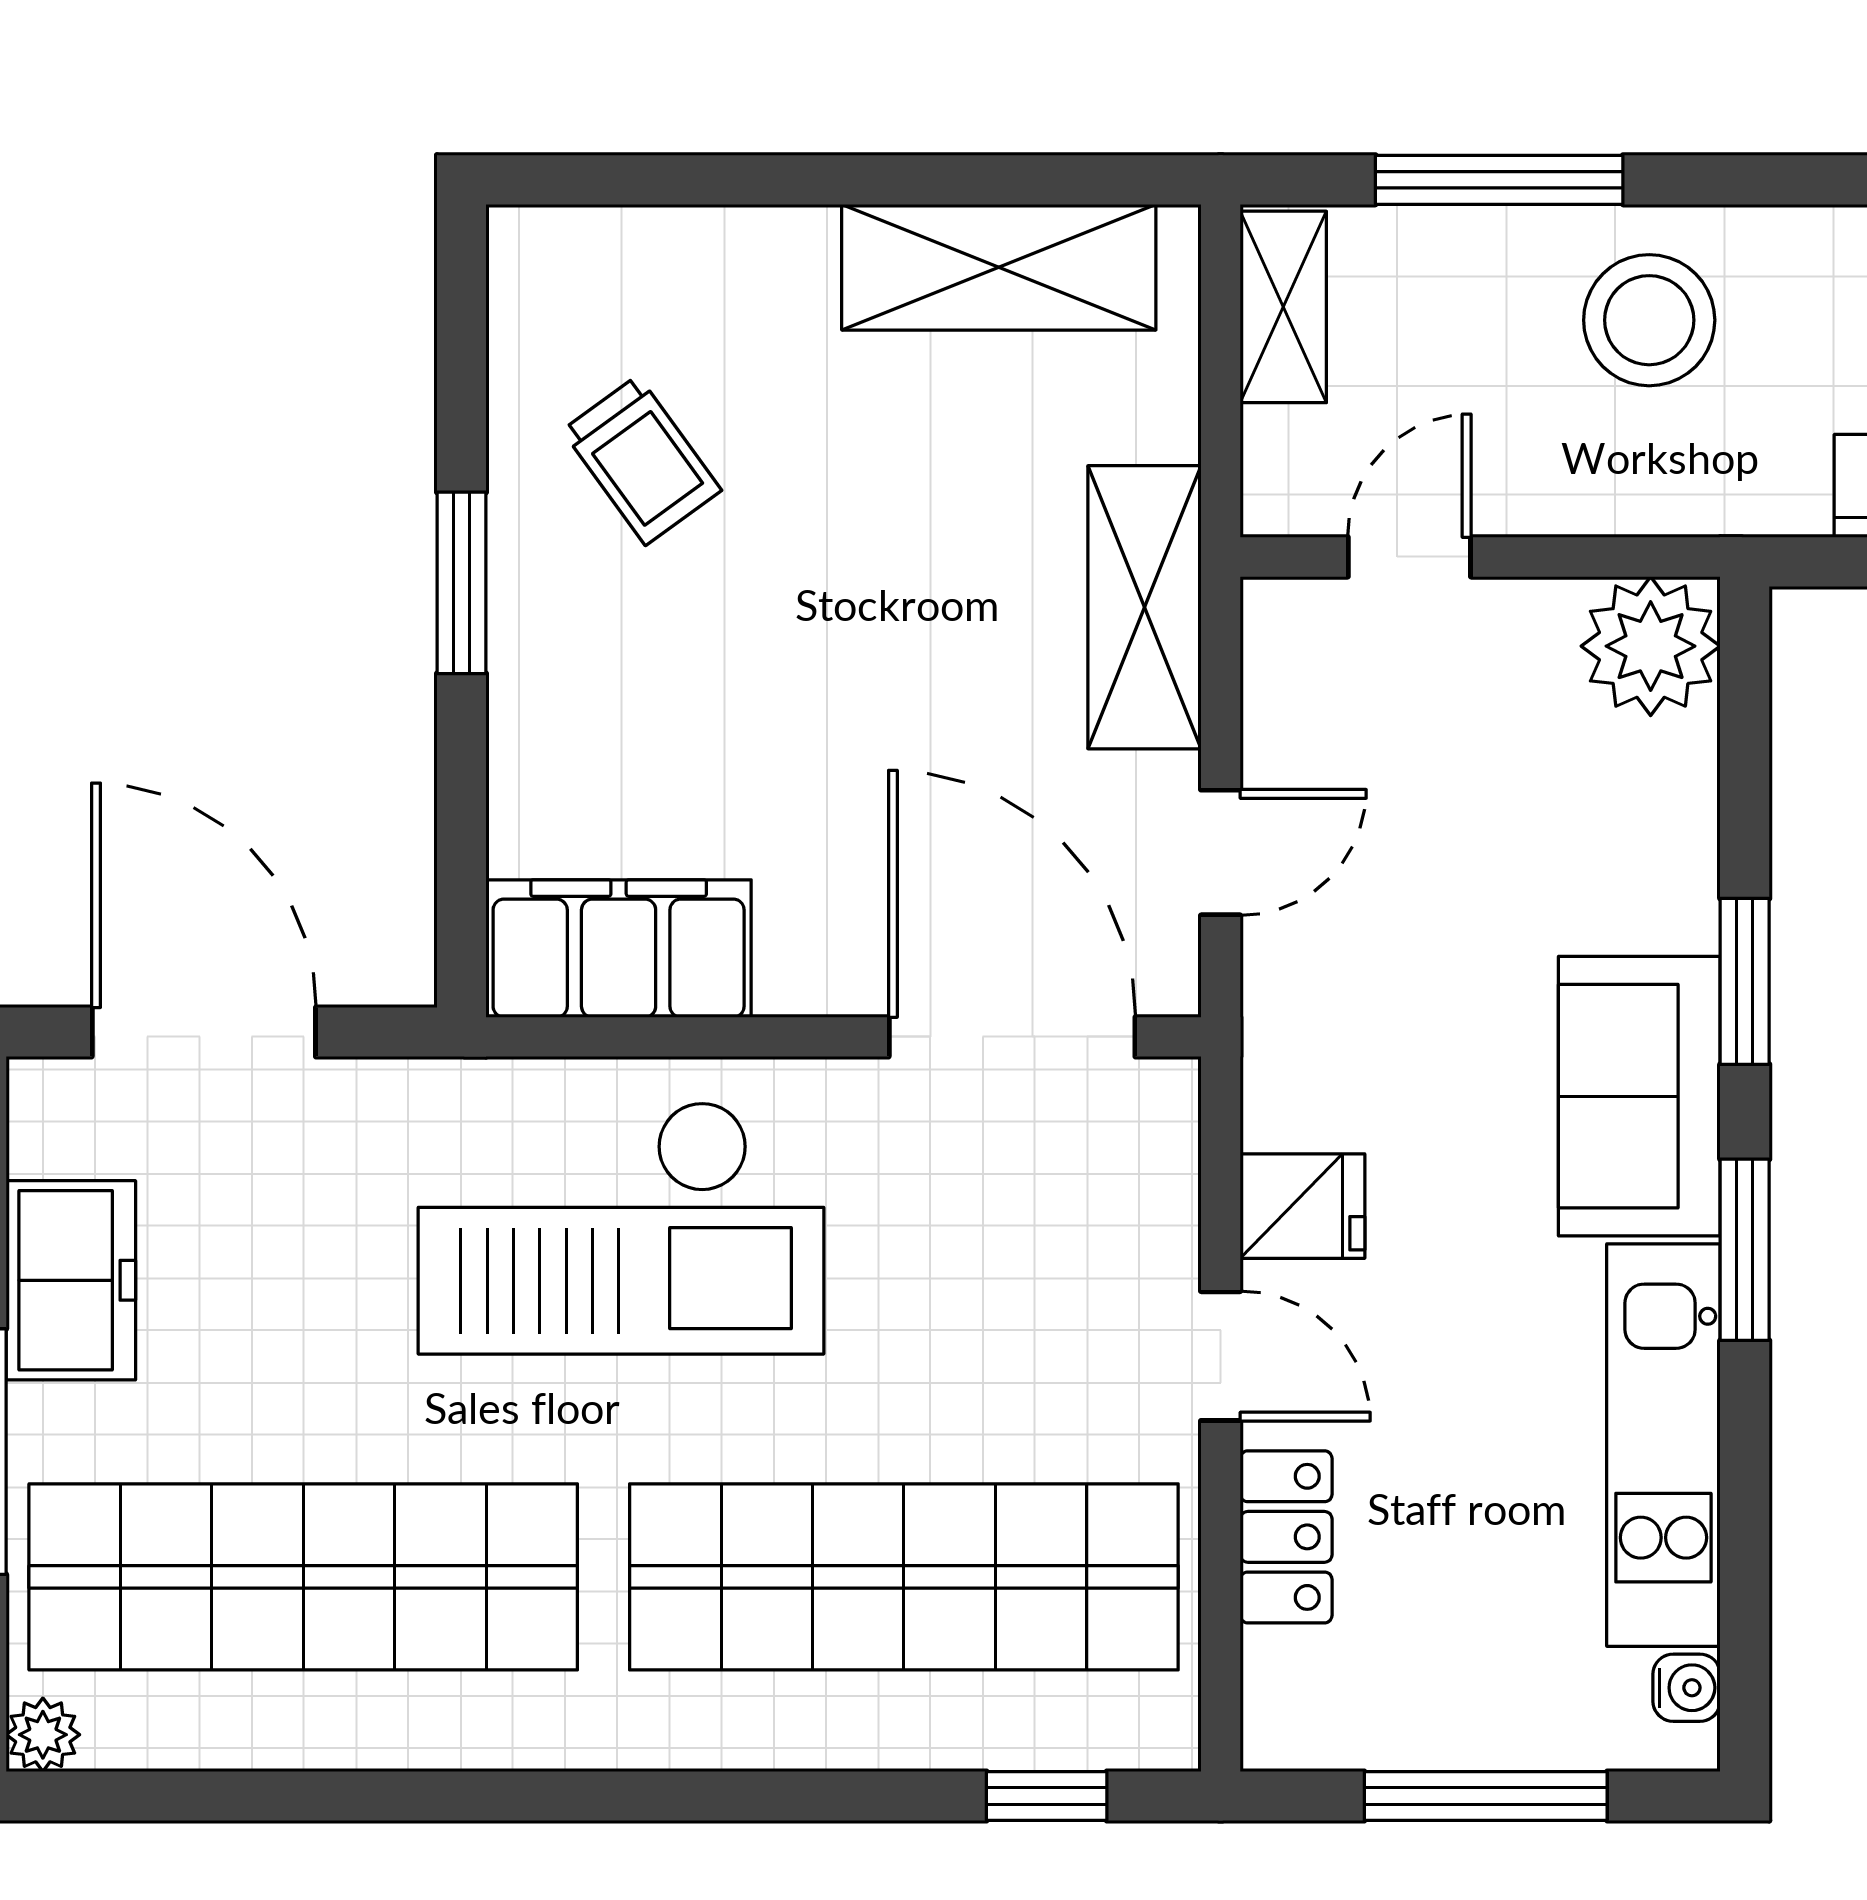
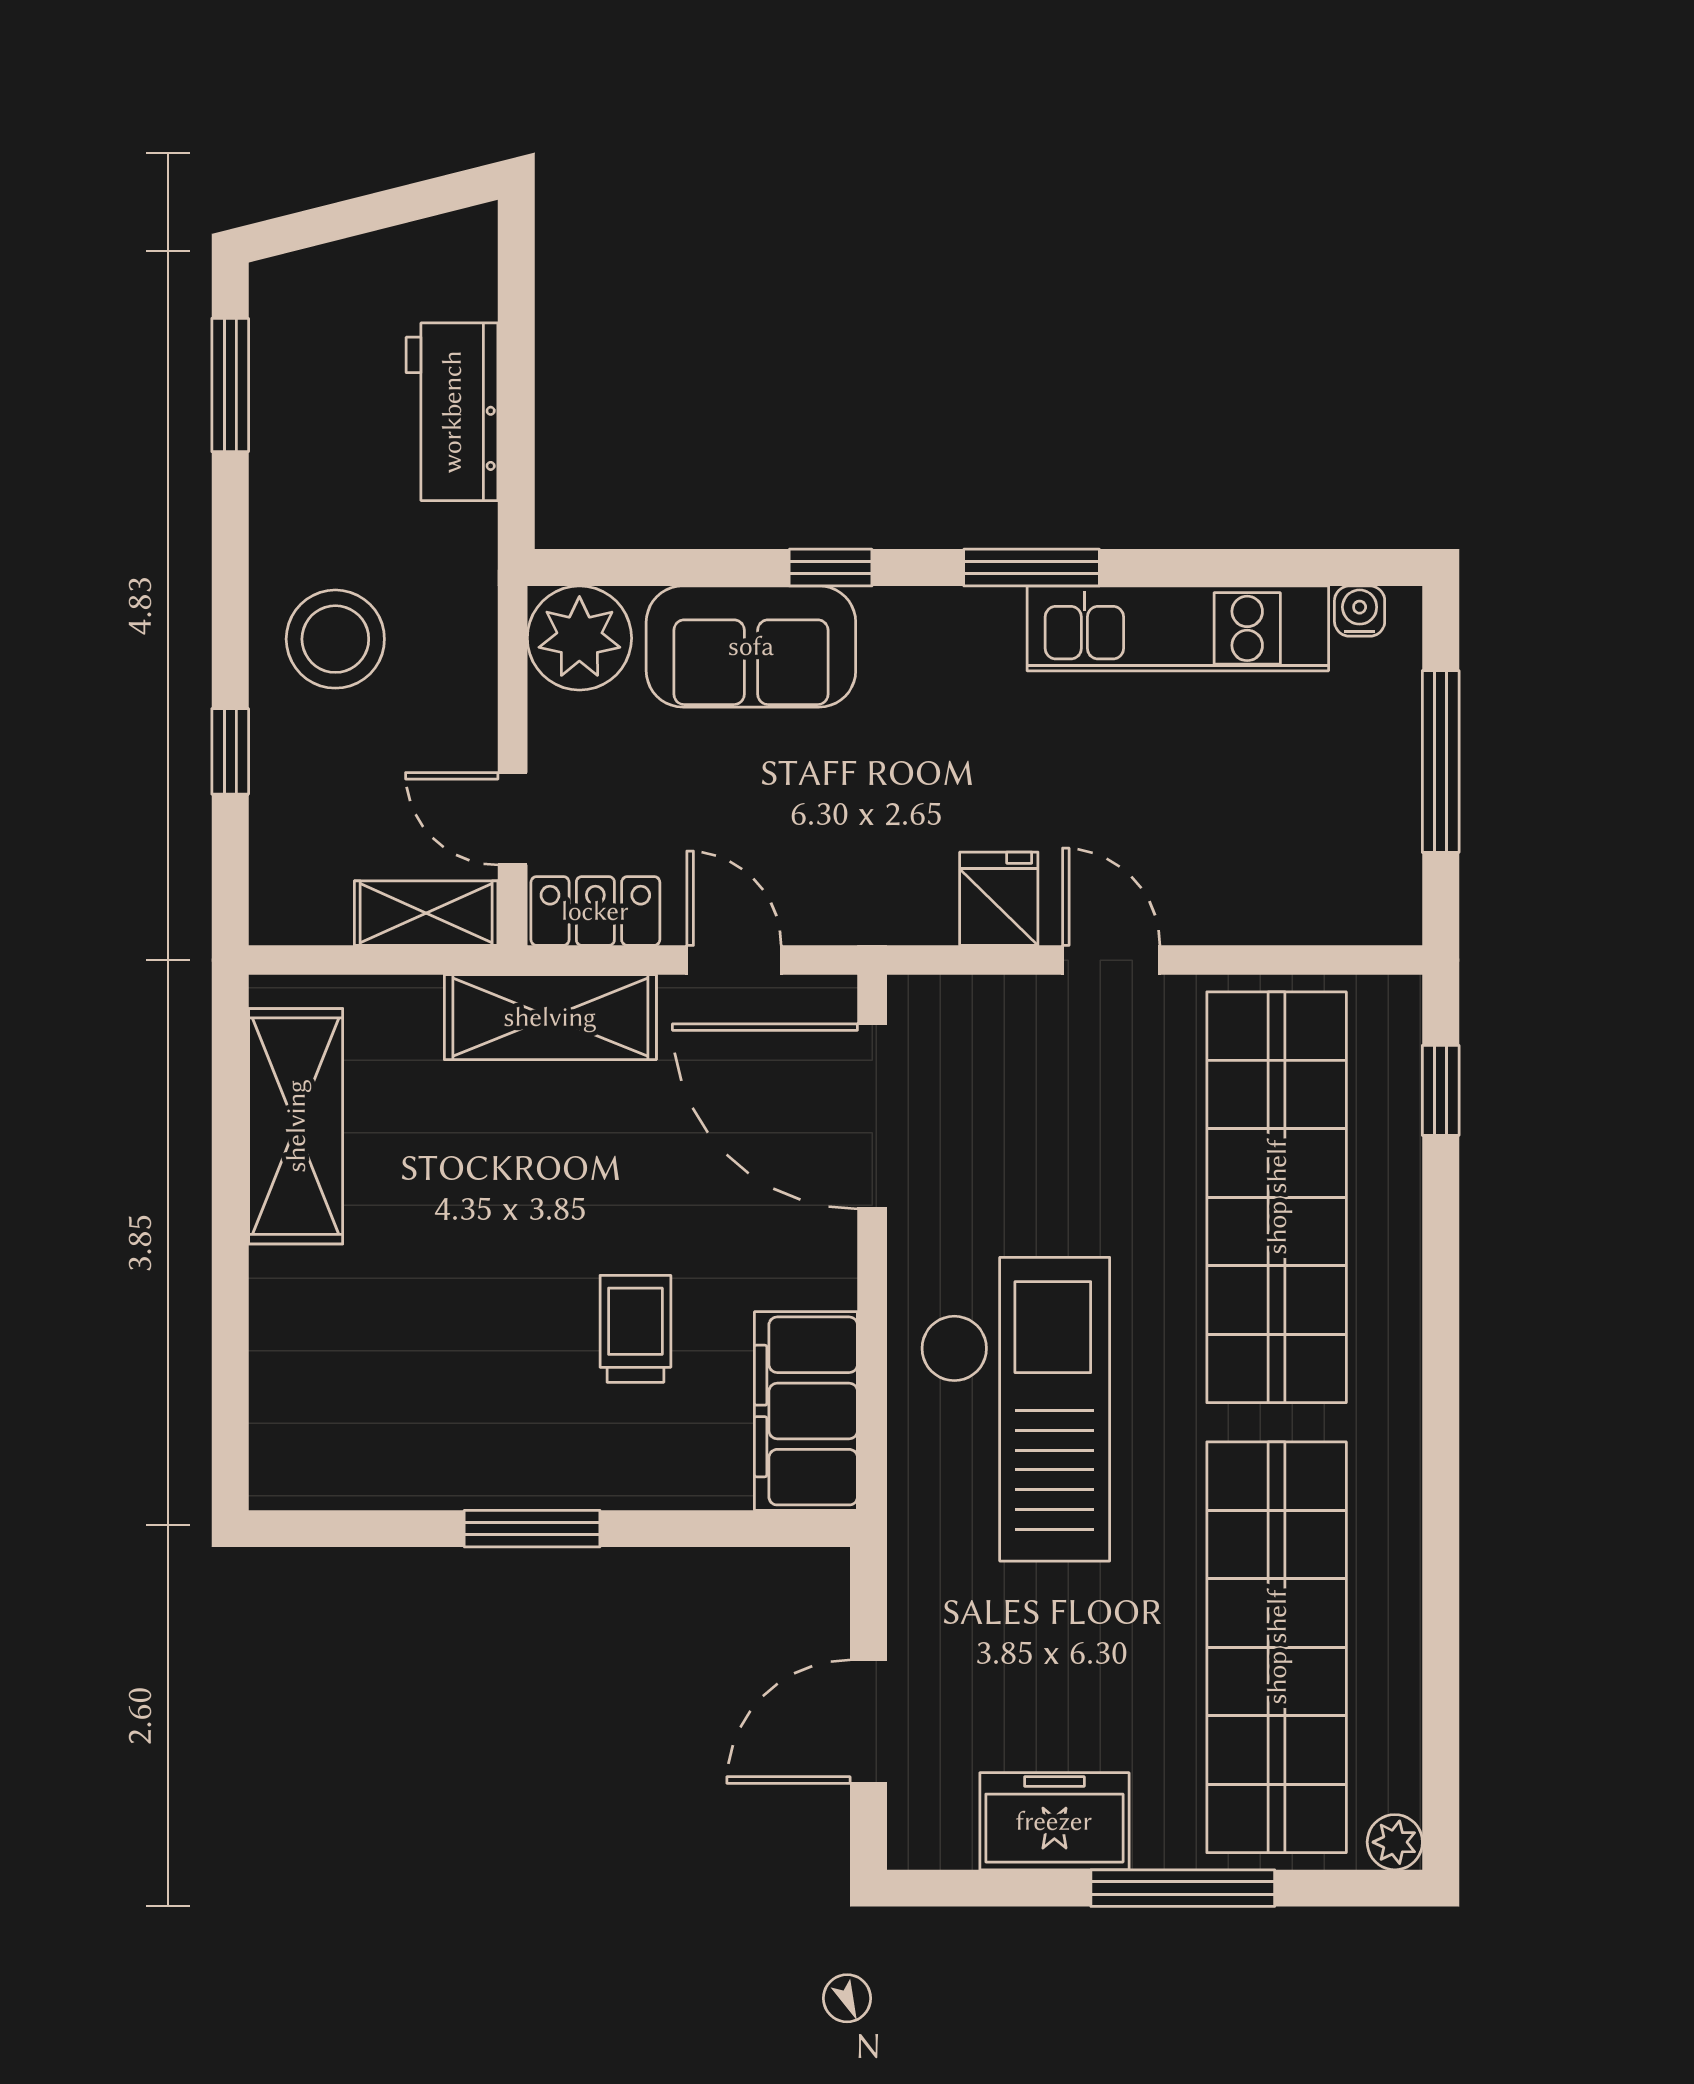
window: (1499, 180) -> (230, 751), width x0.46
shelving: (1283, 307) -> (426, 913), moved
trolley: (642, 460) -> (635, 1329), moved, turned -54
window: (1745, 981) -> (831, 568), width x0.67
door: (204, 1032) -> (868, 1722), width x0.73
door: (1012, 1037) -> (872, 1116), hinge flipped
sofa: (1639, 1096) -> (751, 646), moved
door: (1221, 1356) -> (1111, 960), hinge flipped
locker: (1286, 1537) -> (595, 911), moved

